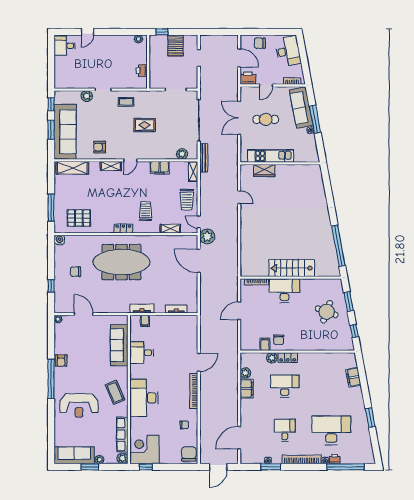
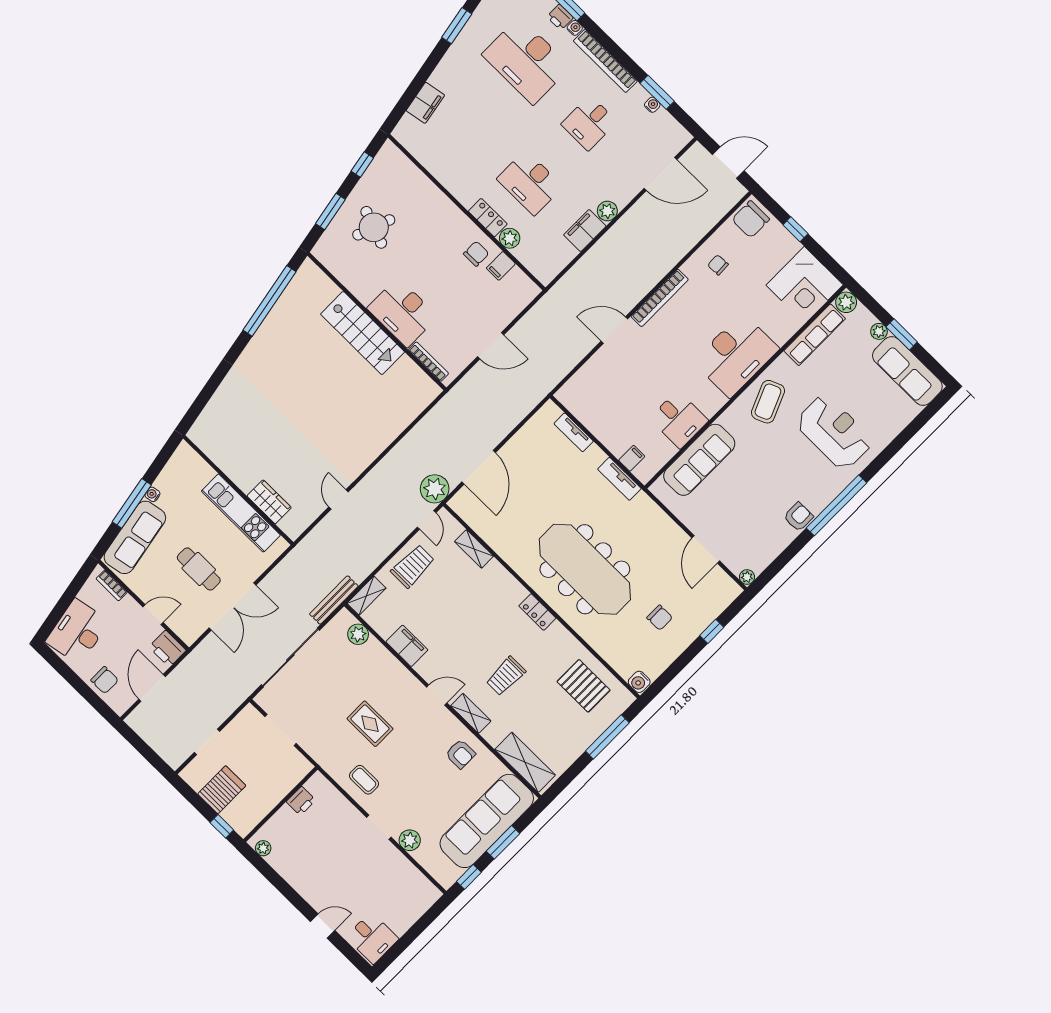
trolley: (146, 211) -> (506, 676), moved
plant: (245, 373) -> (607, 211), moved
window: (146, 467) -> (795, 229), moved

